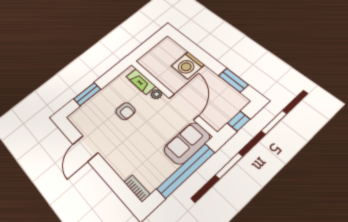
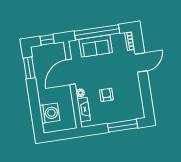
washing machine: (188, 65) -> (50, 113), moved
window: (87, 94) -> (123, 126), width x1.44
sofa: (187, 143) -> (96, 46), moved
door: (85, 149) -> (141, 62), moved

